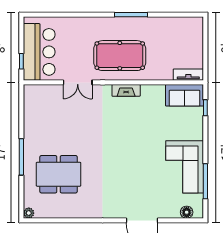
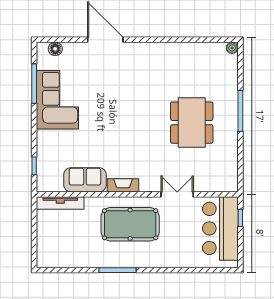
tv unit: (188, 75) -> (60, 203), width x1.41
sofa: (185, 95) -> (85, 180), moved
dining table: (59, 174) -> (192, 123), moved, turned 90

